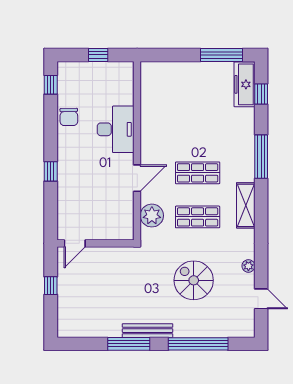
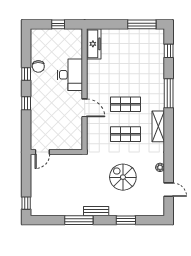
freezer: (244, 84) -> (94, 44), moved, turned 180
window: (51, 85) -> (26, 74), moved
door: (137, 178) -> (85, 108), hinge flipped
plant: (152, 216) -> (95, 133), removed
window: (51, 286) -> (26, 203), moved
bench: (148, 331) -> (96, 211), width x0.73
window: (198, 344) -> (126, 220), width x0.47

